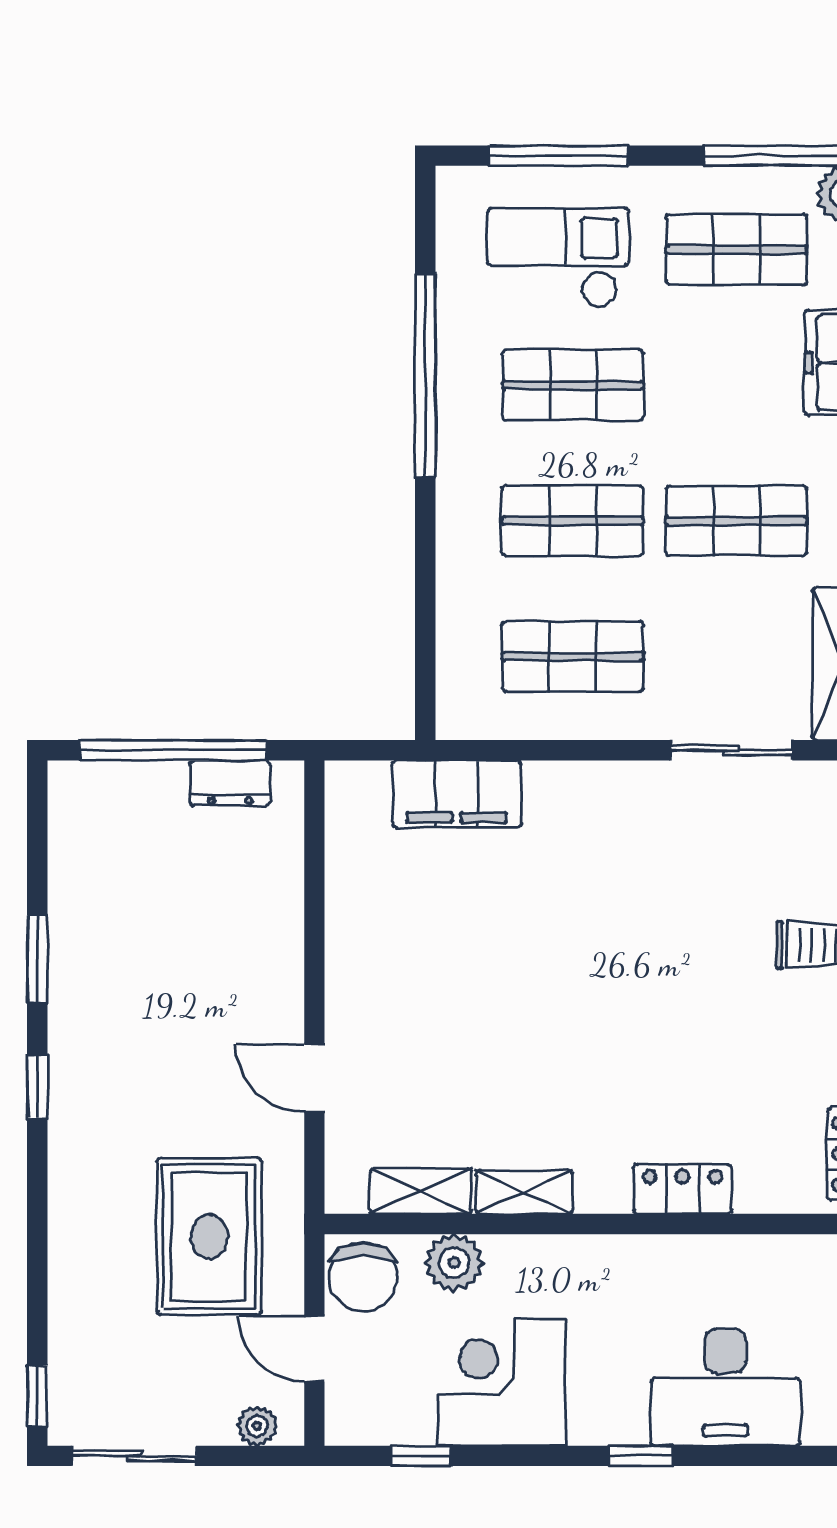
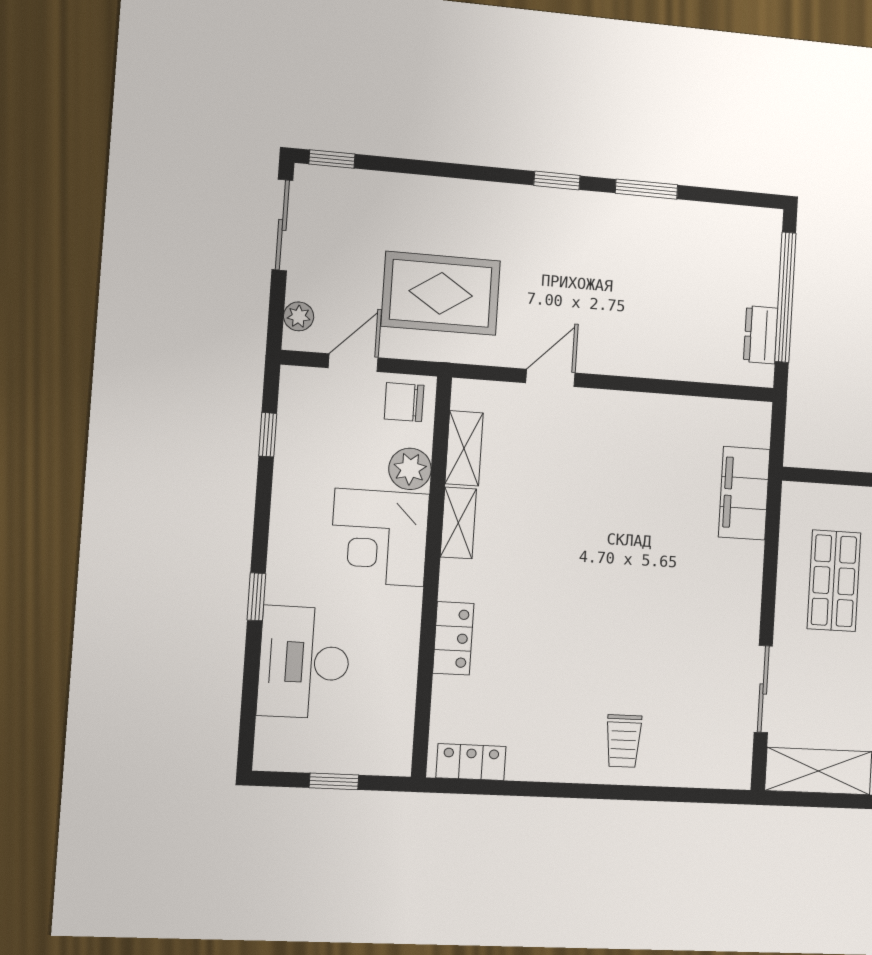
chair: (363, 1277) -> (404, 402), width x0.73, depth x0.73
corner desk: (501, 1382) -> (379, 537), moved, turned 180

